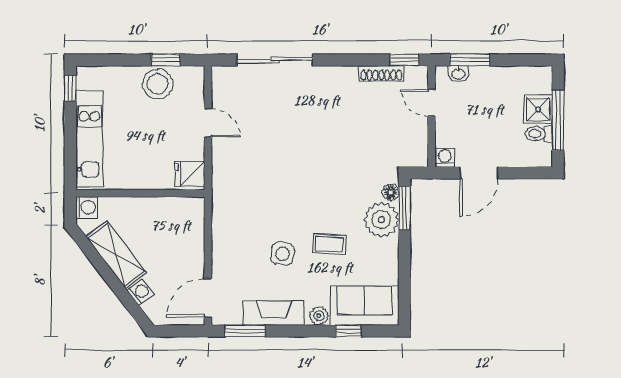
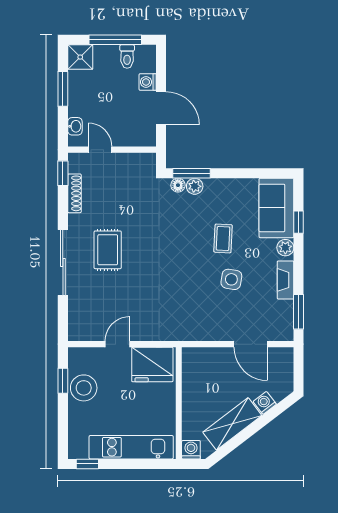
sliding door: (275, 60) -> (63, 262), moved
window: (470, 60) -> (63, 89), moved
door: (432, 103) -> (100, 150), swing flipped
shower: (538, 109) -> (80, 57), moved
rug: (316, 111) -> (108, 250), added
washing machine: (445, 157) -> (148, 82), moved
fridge: (190, 174) -> (152, 364), width x1.88, depth x1.34
plant: (381, 220) -> (195, 186), width x0.53, depth x0.53
door: (208, 298) -> (251, 344), moved
fireplace: (274, 313) -> (285, 280), width x0.73, depth x0.76

